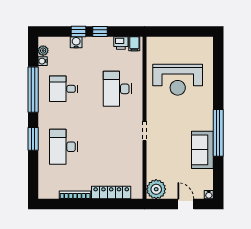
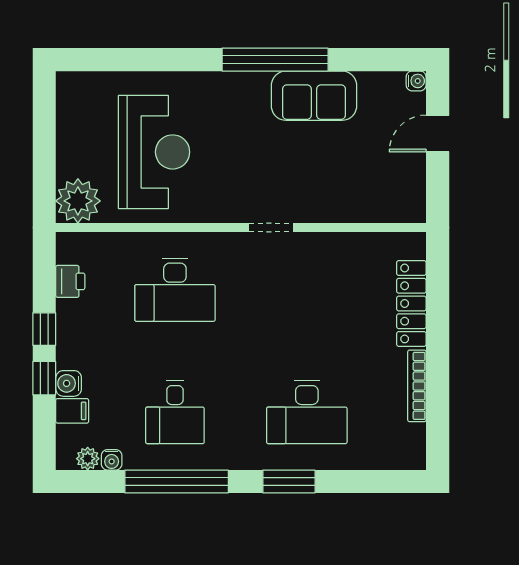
filing cabinet: (134, 44) -> (72, 411), moved
plant: (156, 189) -> (78, 201), moved

